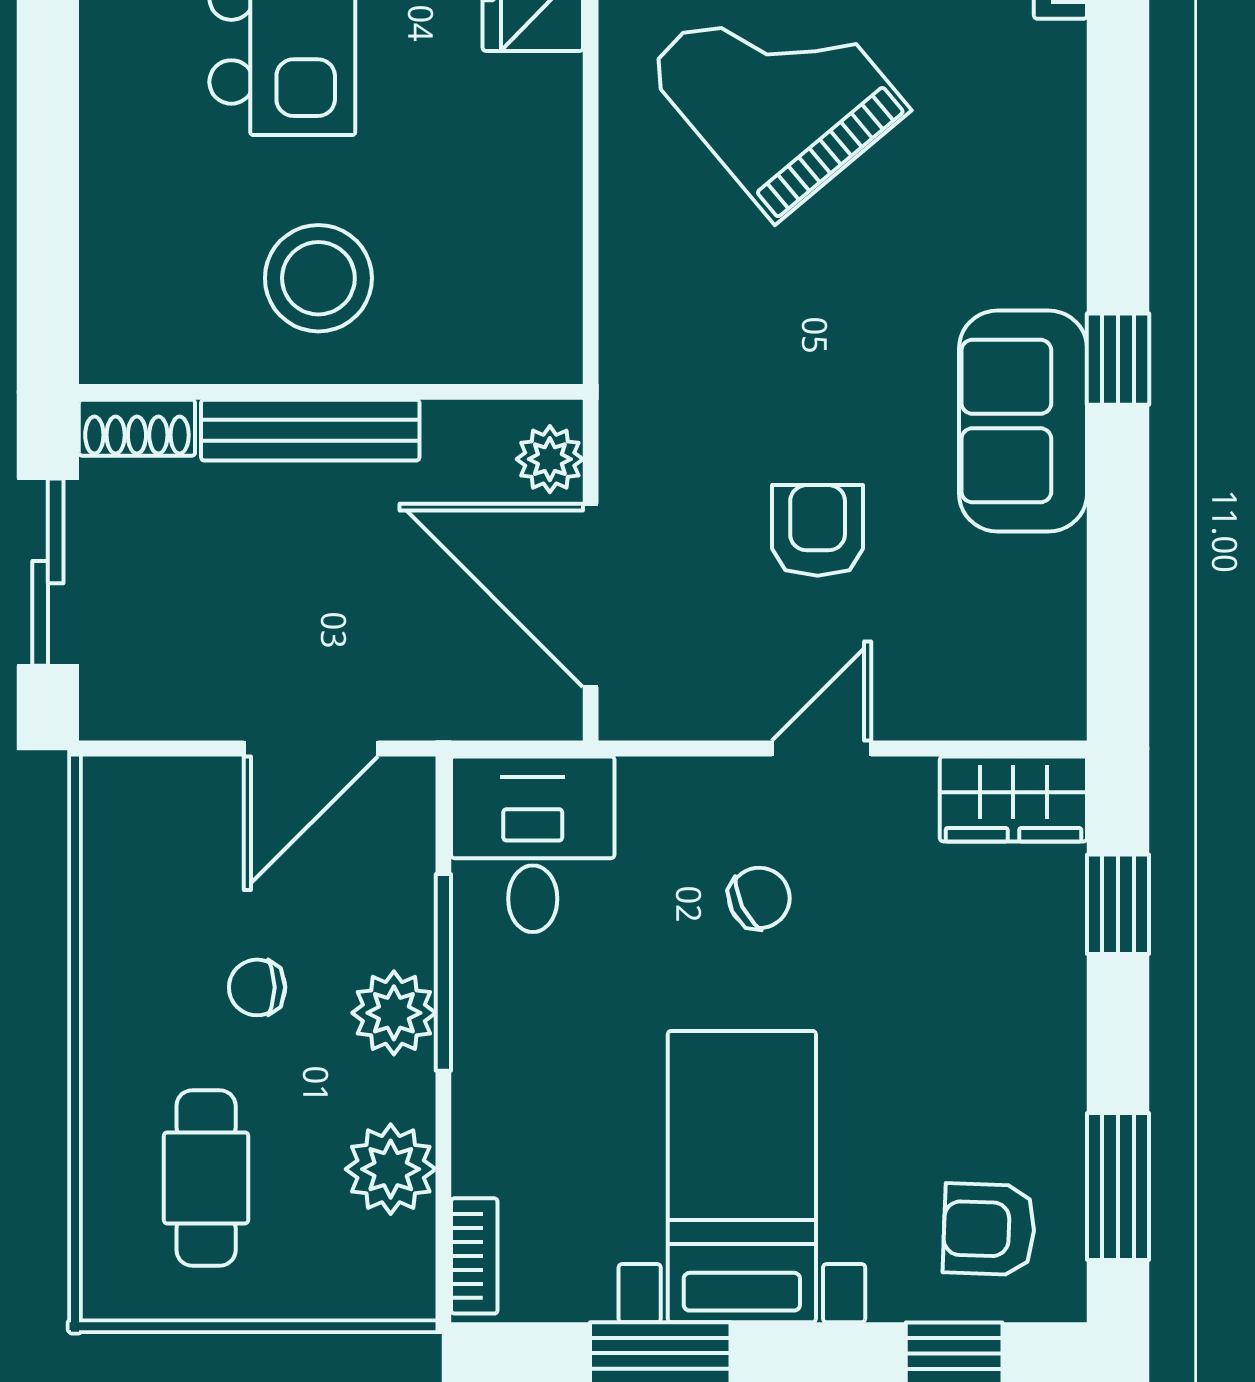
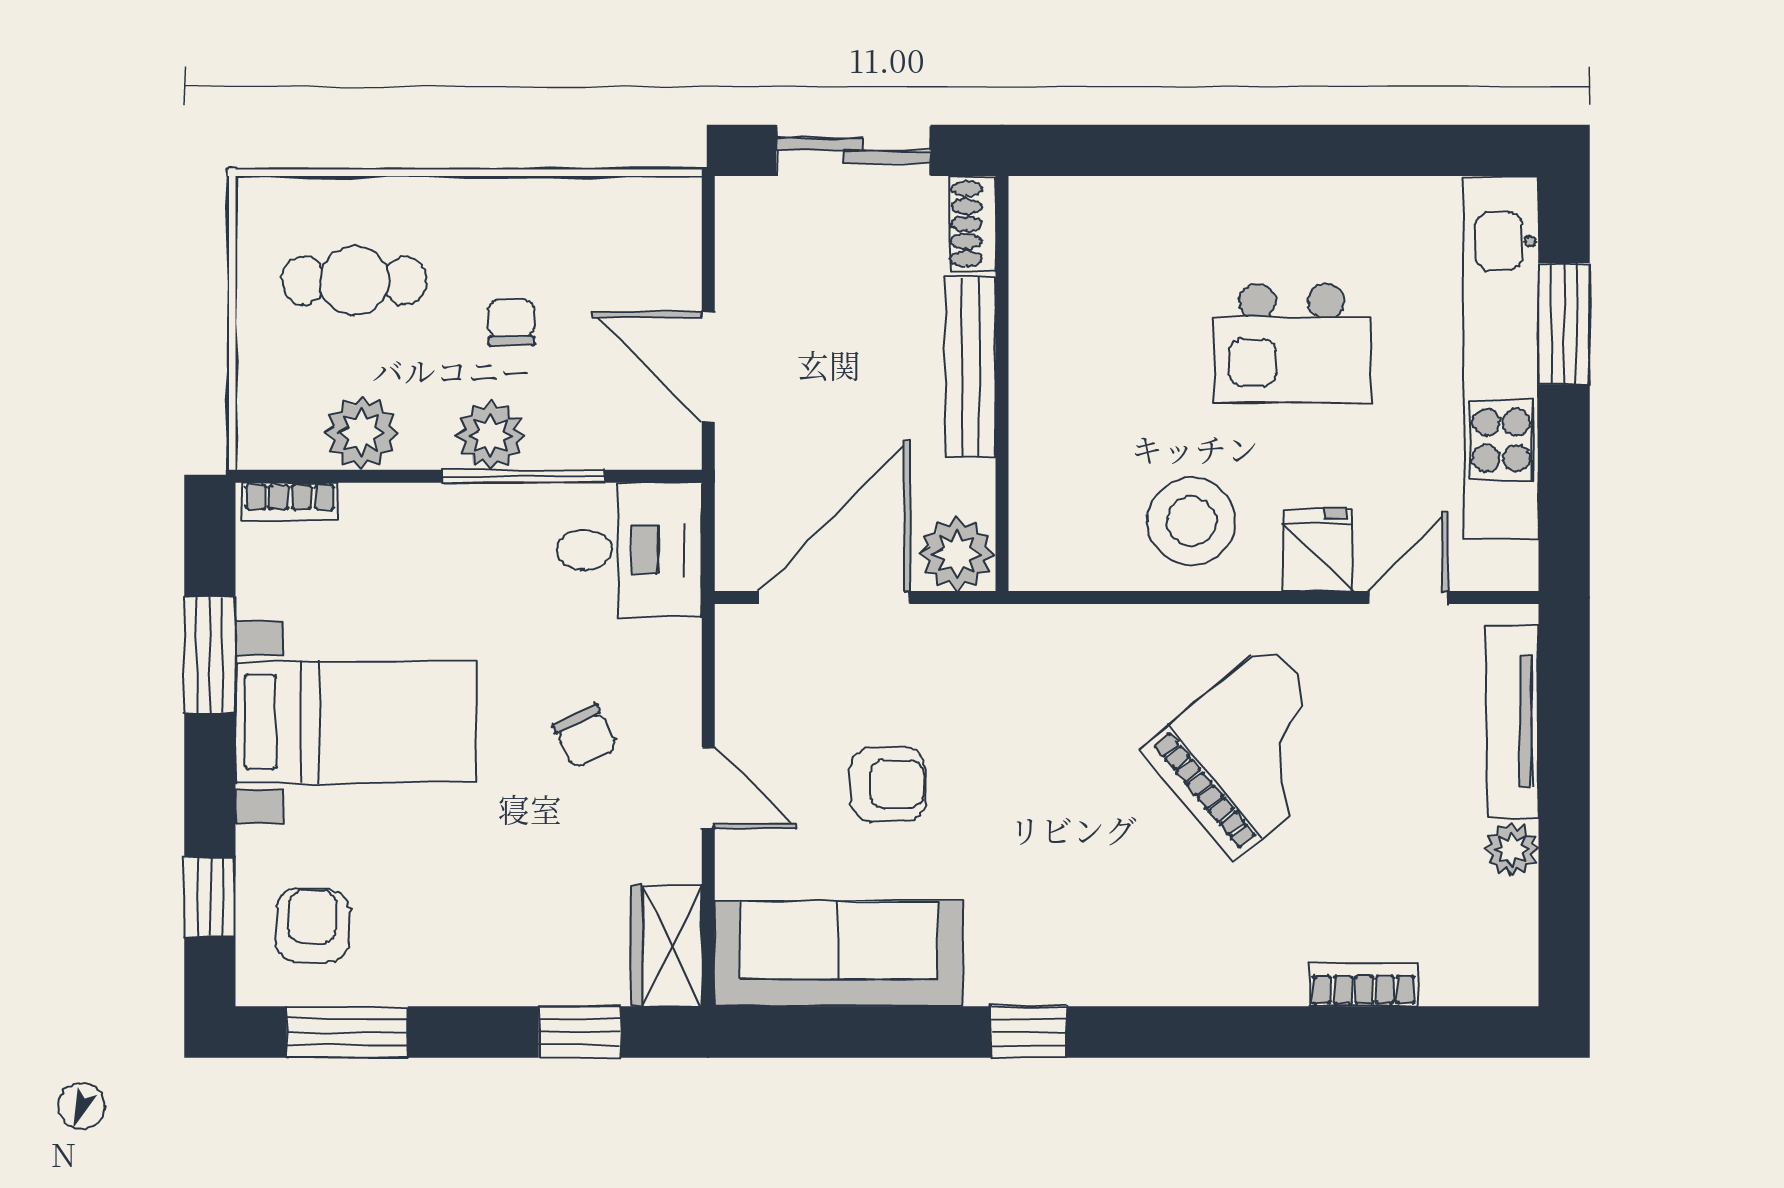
stool: (318, 278) -> (1191, 521), moved
sofa: (1023, 421) -> (839, 954), moved, width x1.36
plant: (550, 459) -> (957, 554), width x1.38, depth x1.38

